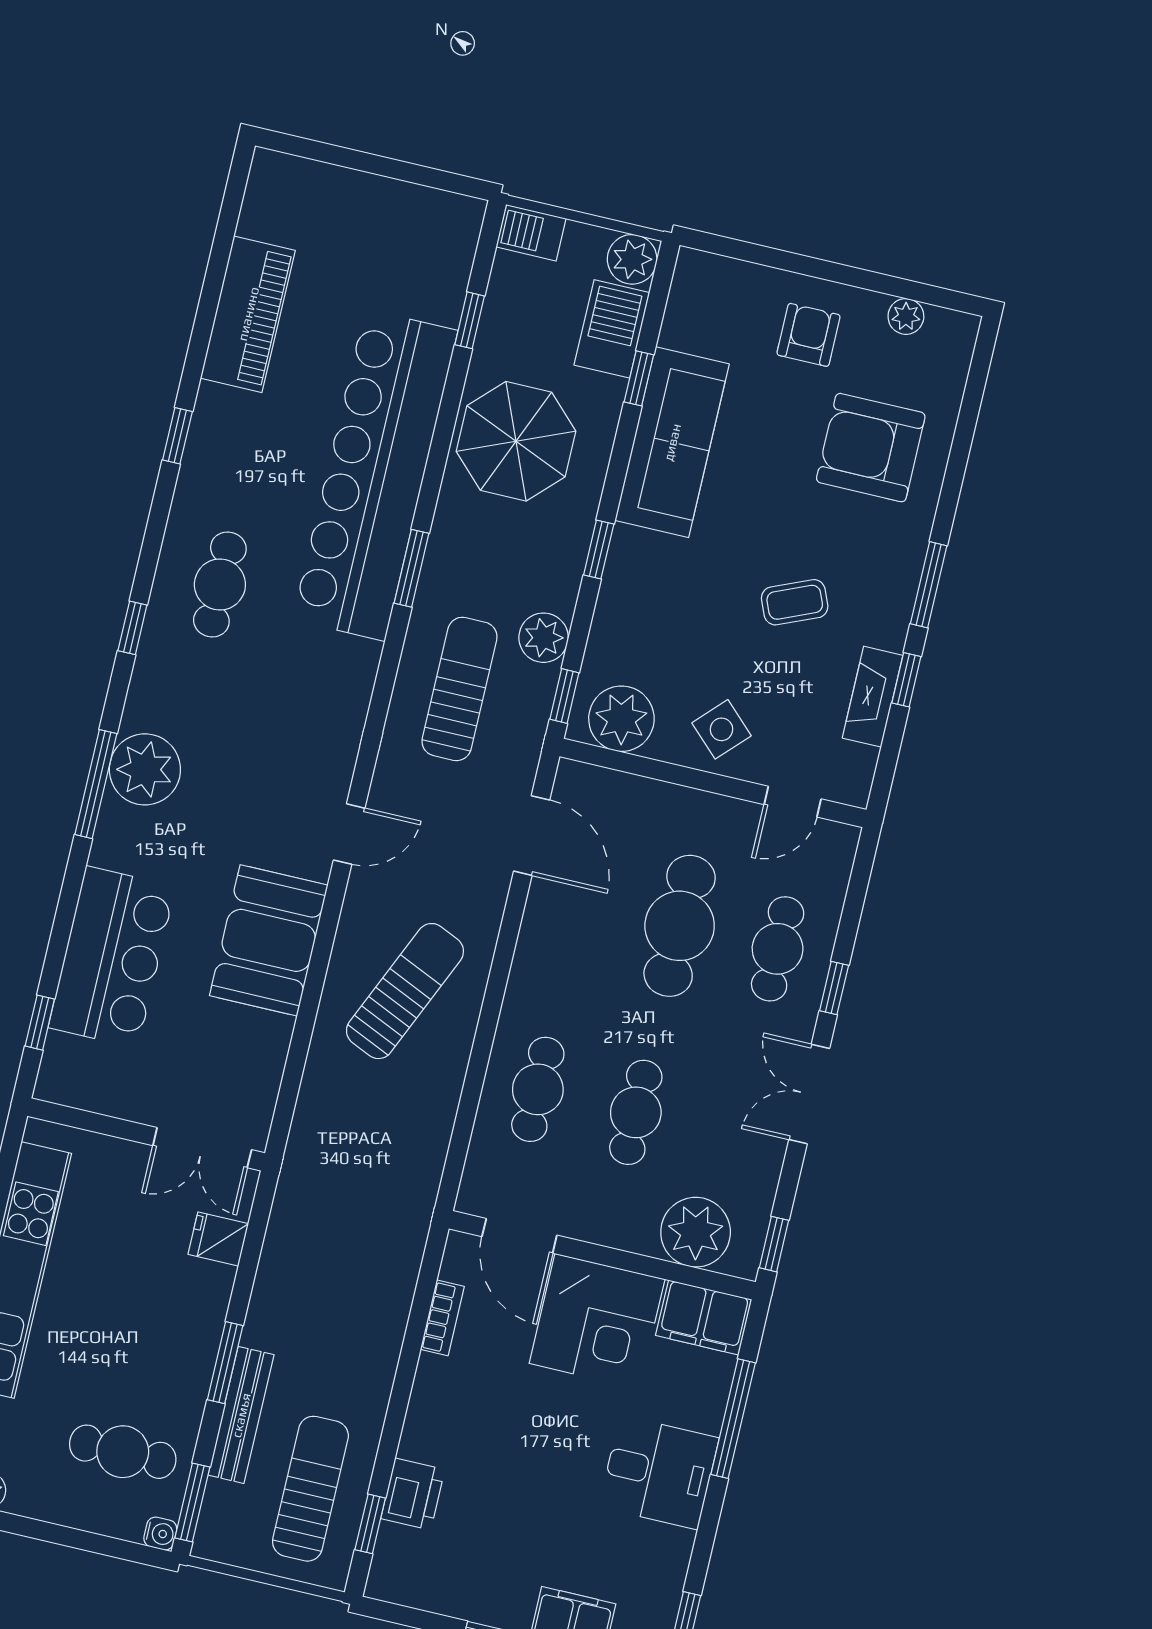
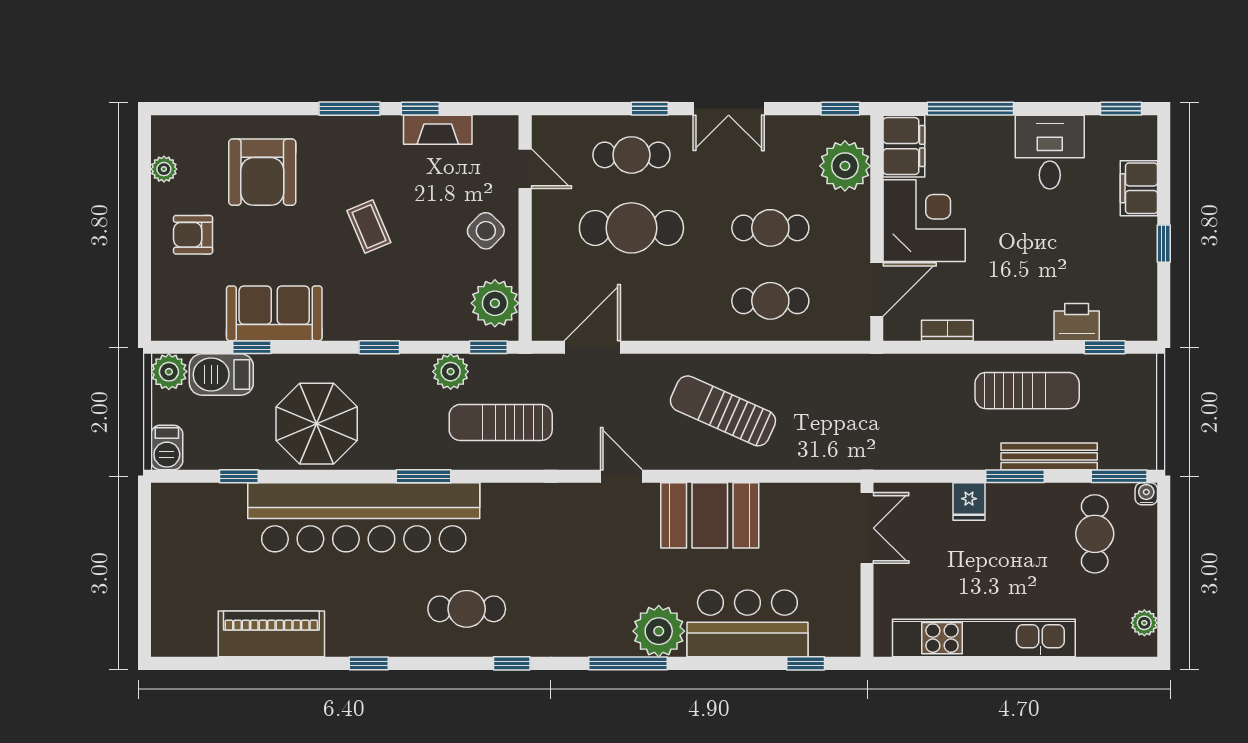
sofa: (672, 442) -> (274, 313), width x0.73
coffee table: (795, 602) -> (369, 227), moved
plant: (145, 769) -> (659, 631), moved
fridge: (218, 1239) -> (969, 502), moved
desk: (659, 1472) -> (1050, 152), moved
sun lounger: (310, 1489) -> (1027, 391), moved, turned 180

